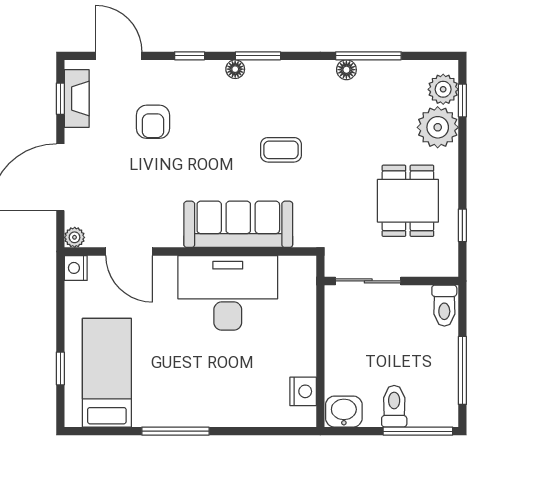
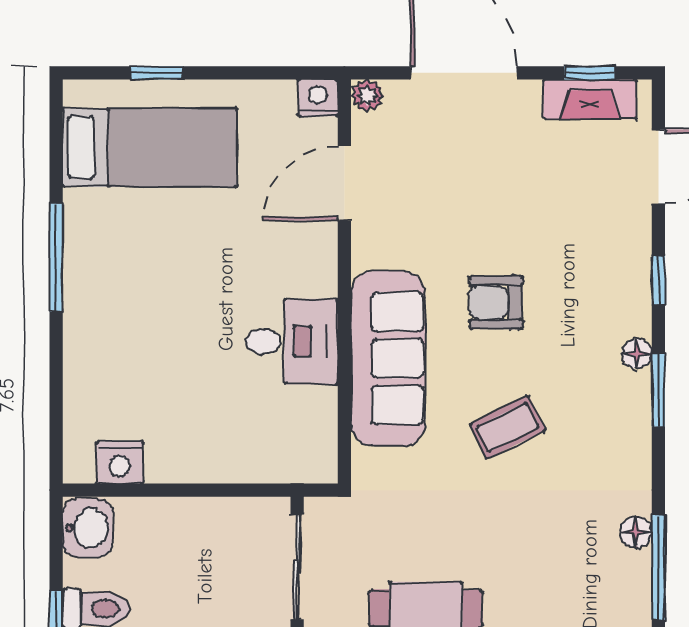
armchair: (153, 122) -> (496, 302), moved
coffee table: (281, 150) -> (508, 427), turned 64
desk: (228, 293) -> (292, 342), width x0.53, depth x0.77

